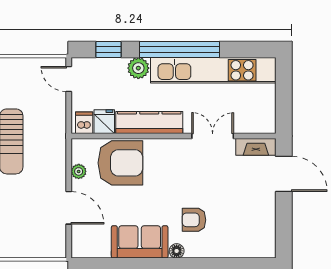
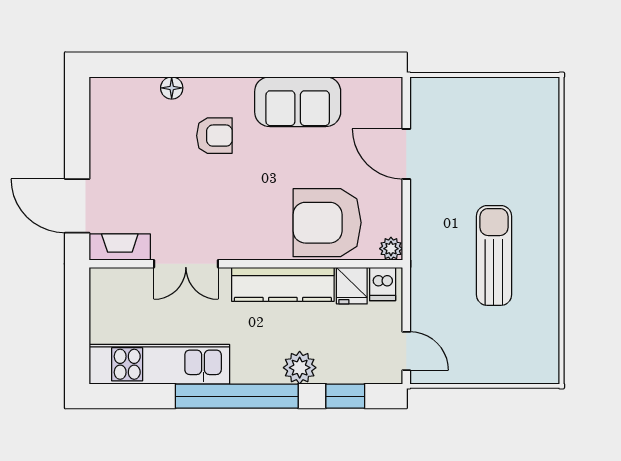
kitchen unit: (213, 70) -> (159, 364), width x0.73
plant: (79, 171) -> (391, 249), moved
floor lamp: (177, 251) -> (172, 88), moved

